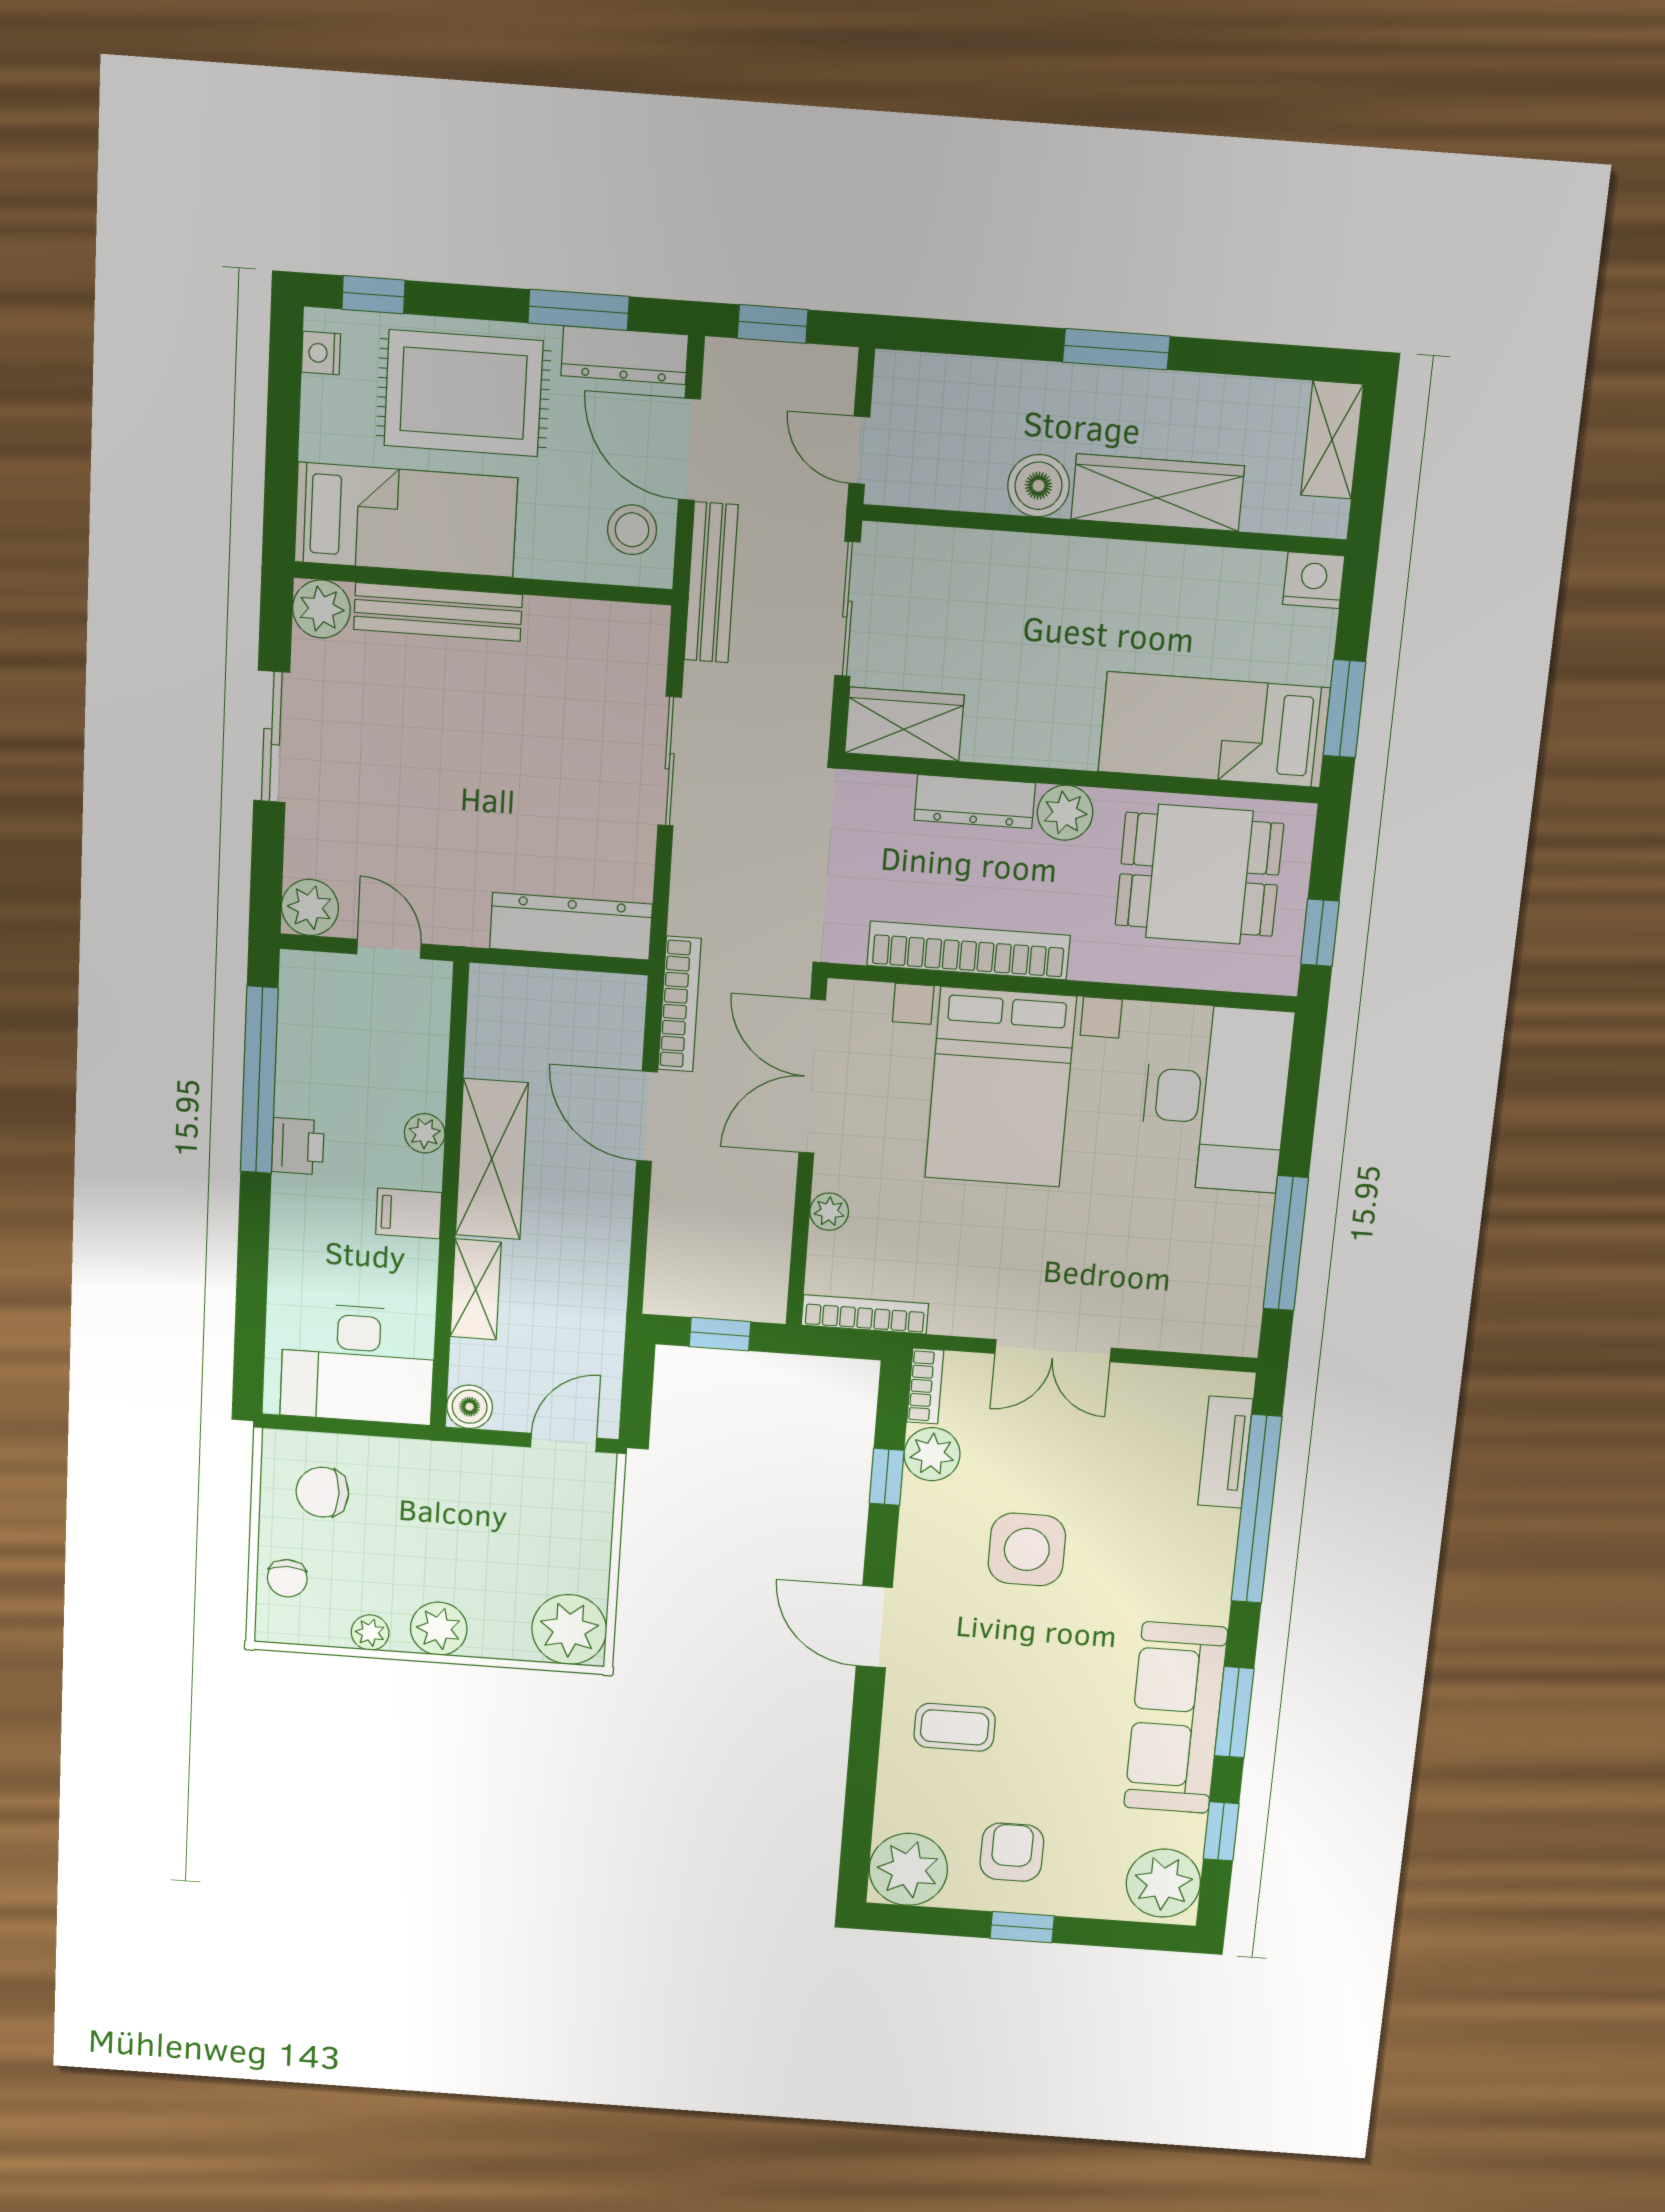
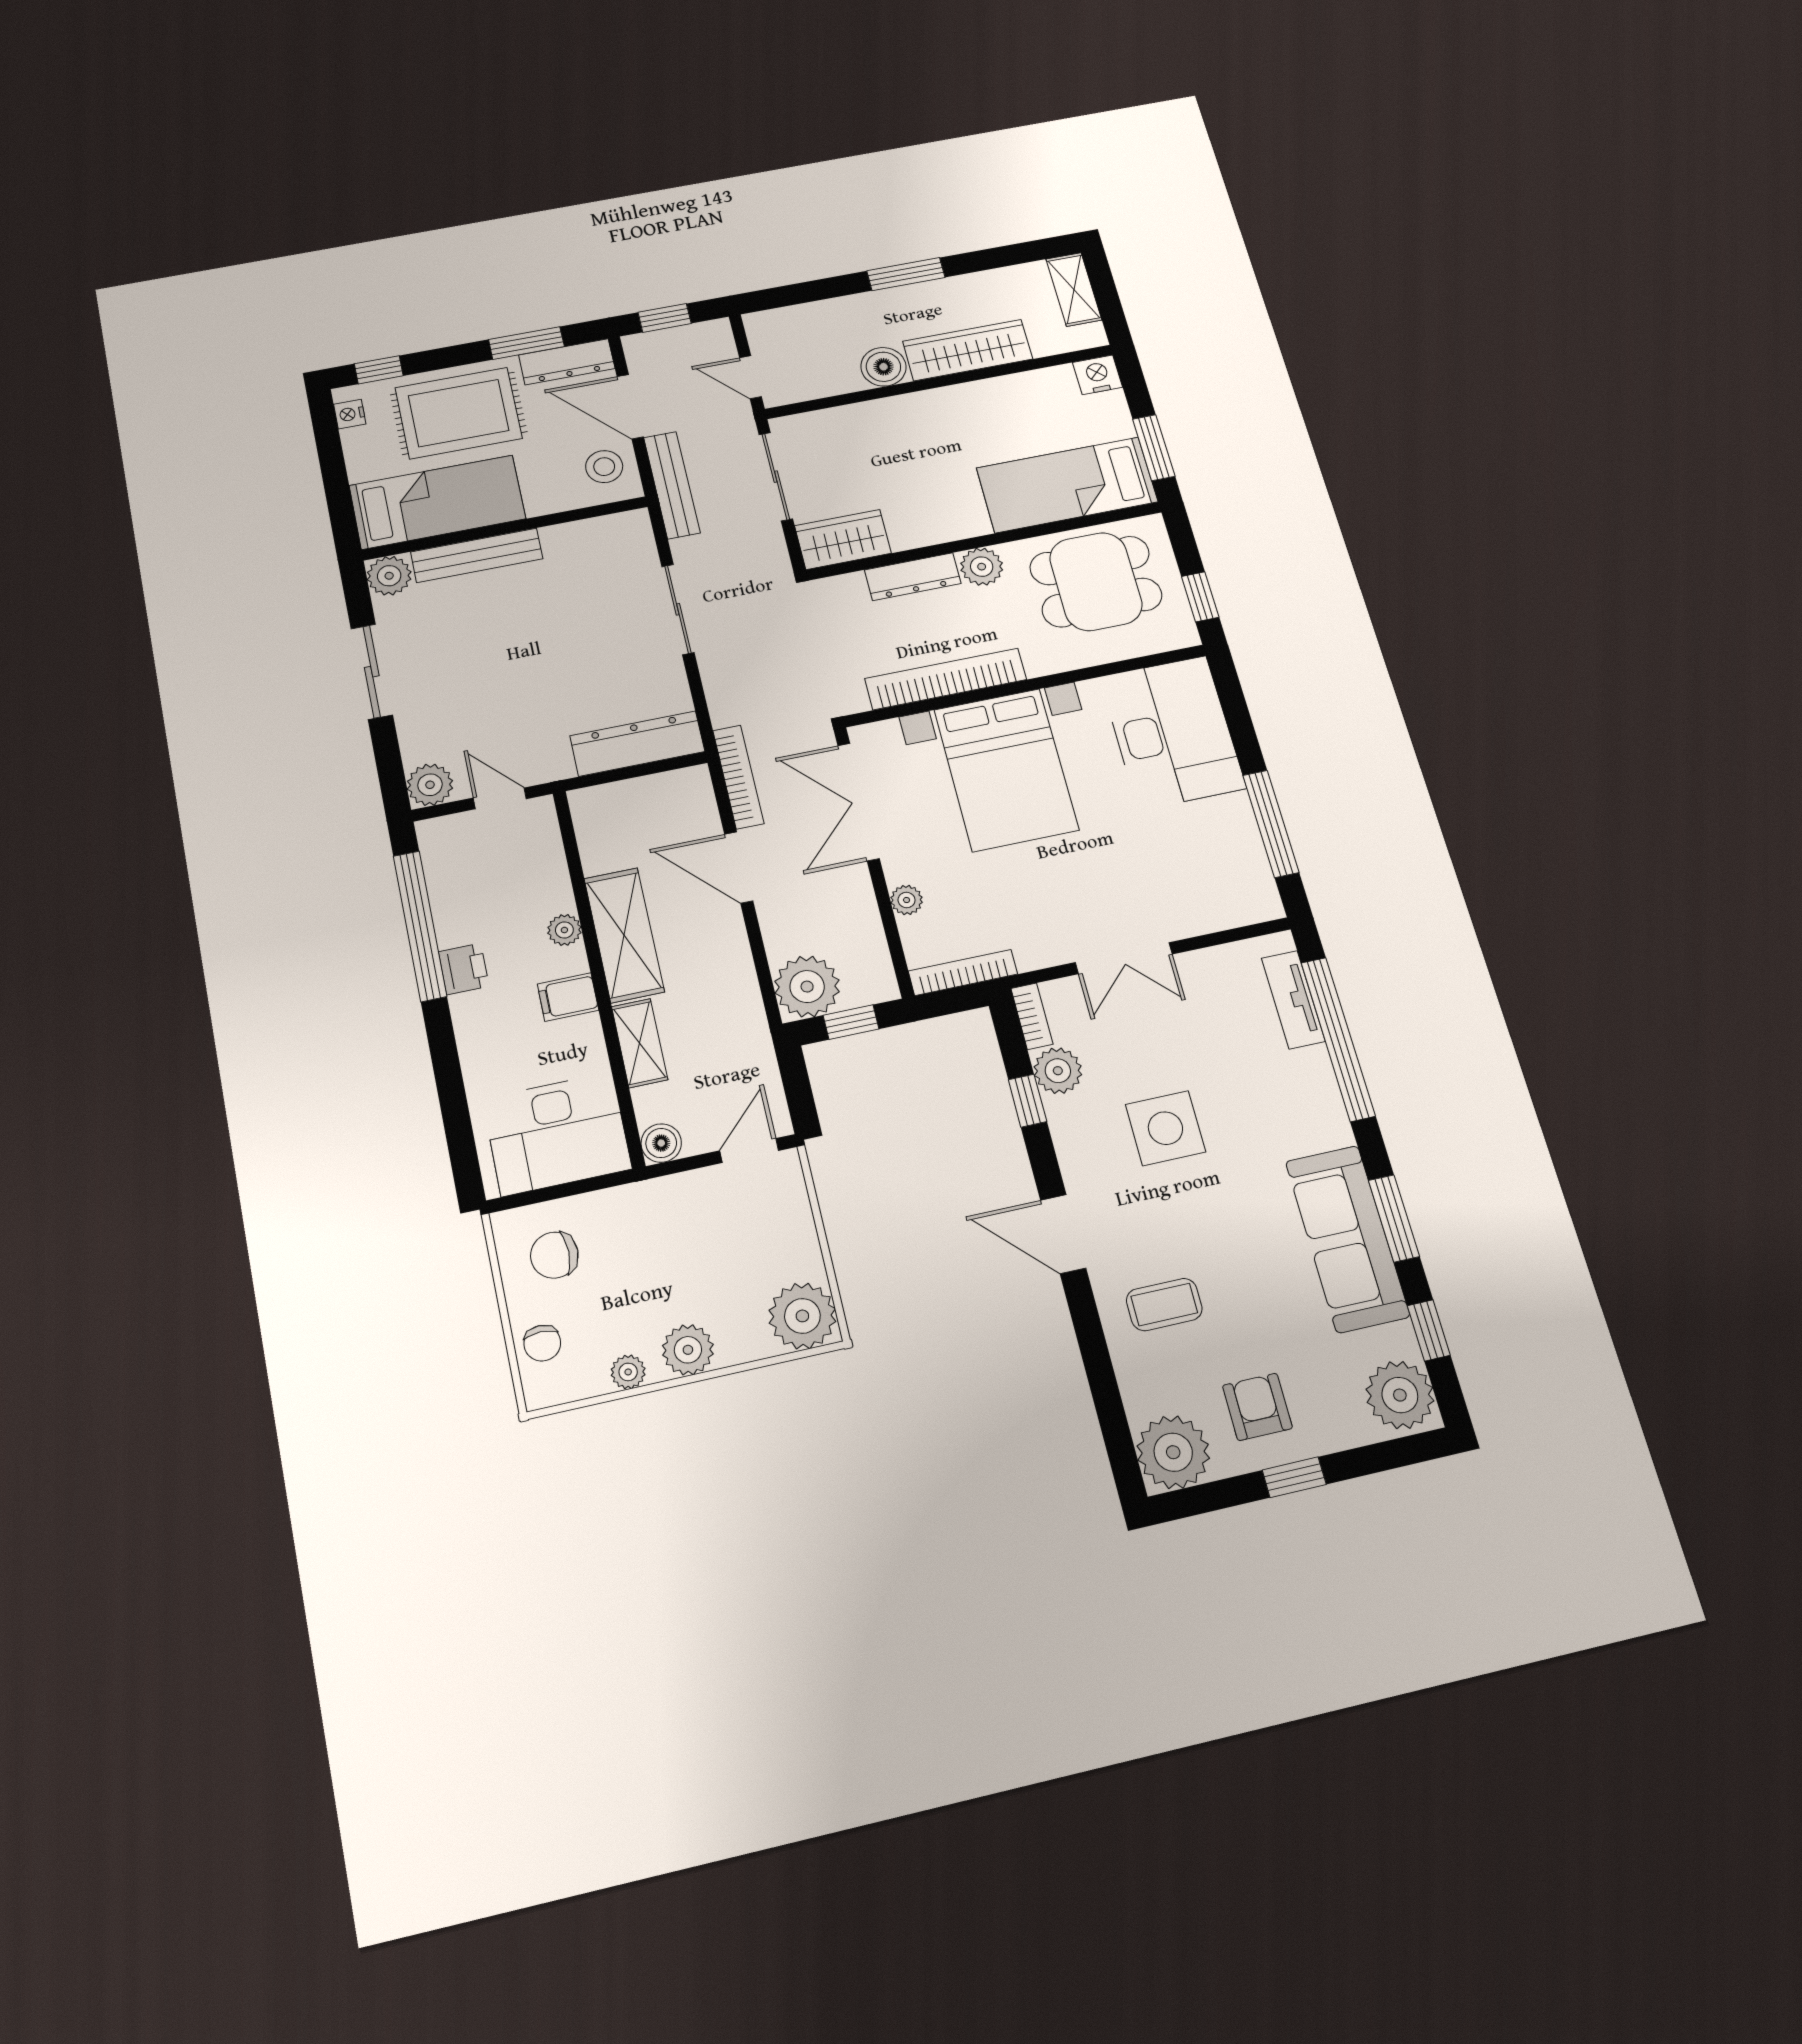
plant: (683, 1280) -> (807, 987), added

